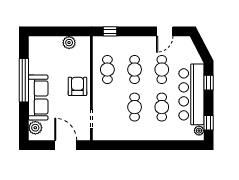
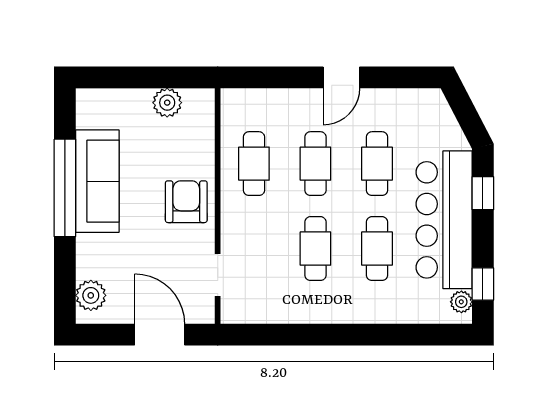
window: (110, 31) -> (260, 77), removed
door: (165, 31) -> (341, 77), moved
sofa: (38, 97) -> (97, 181), moved

